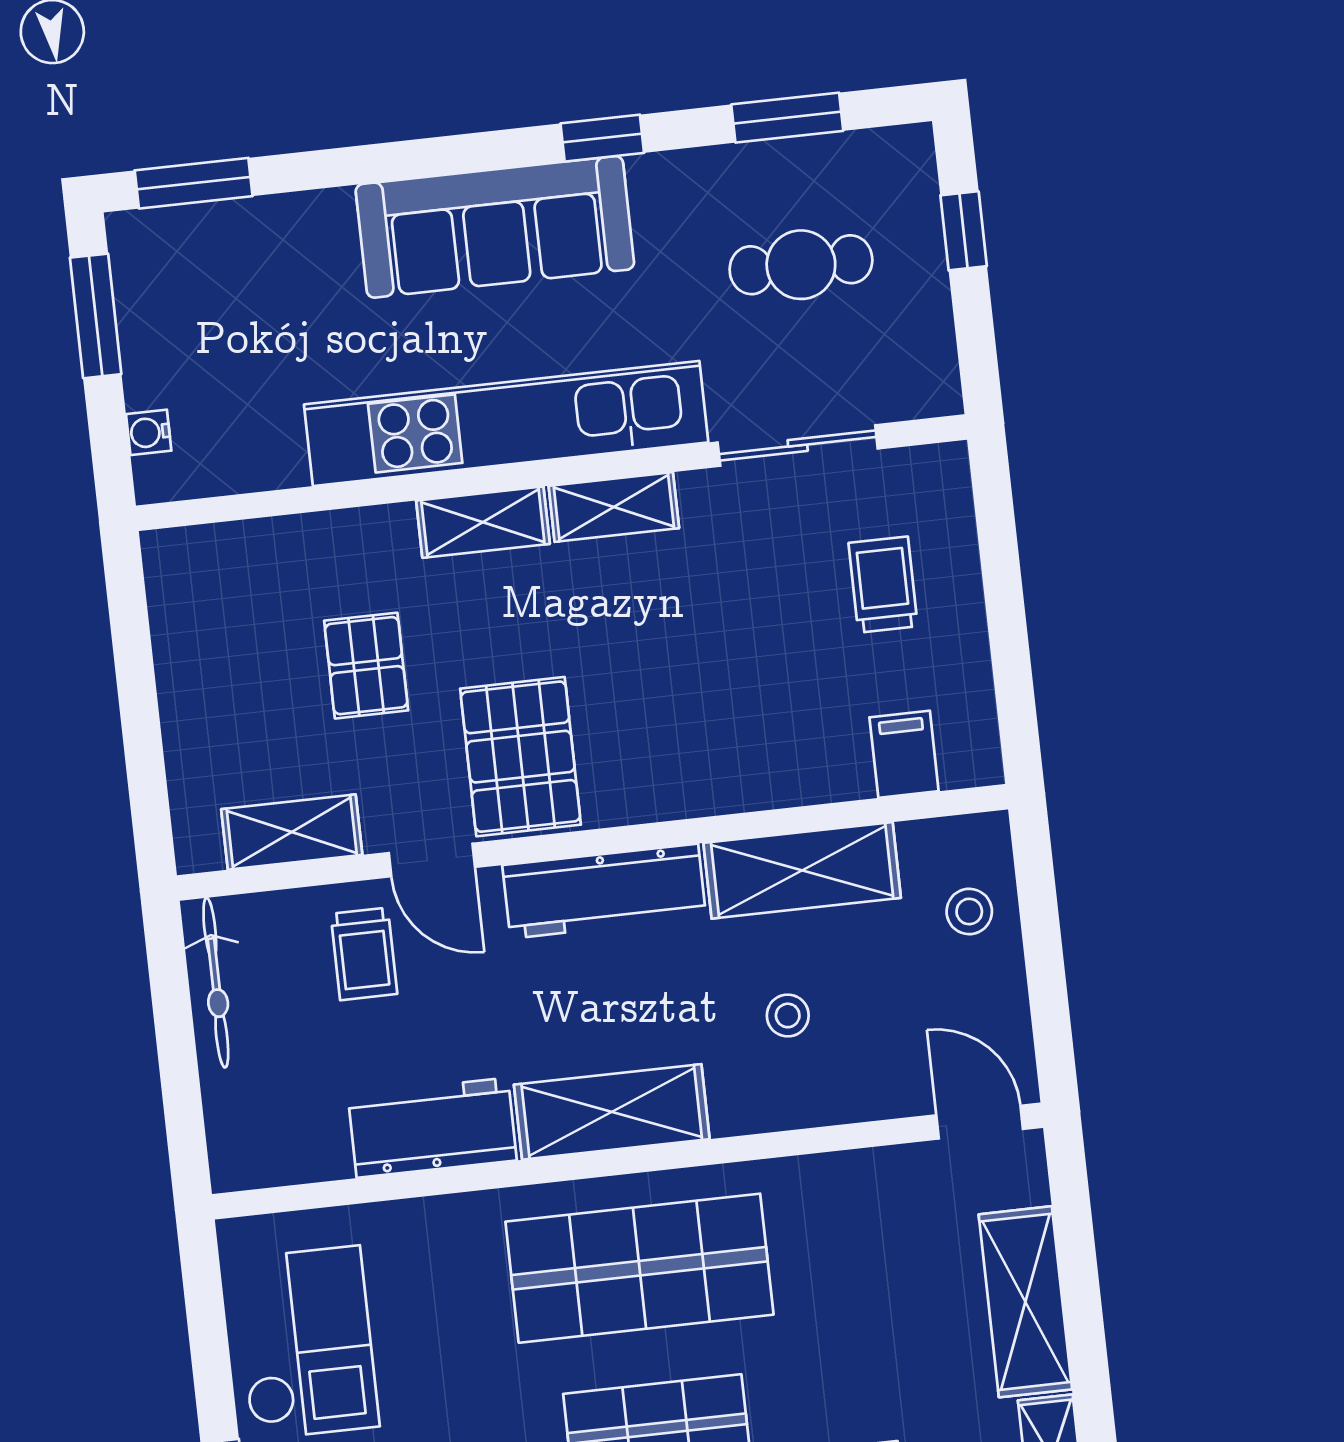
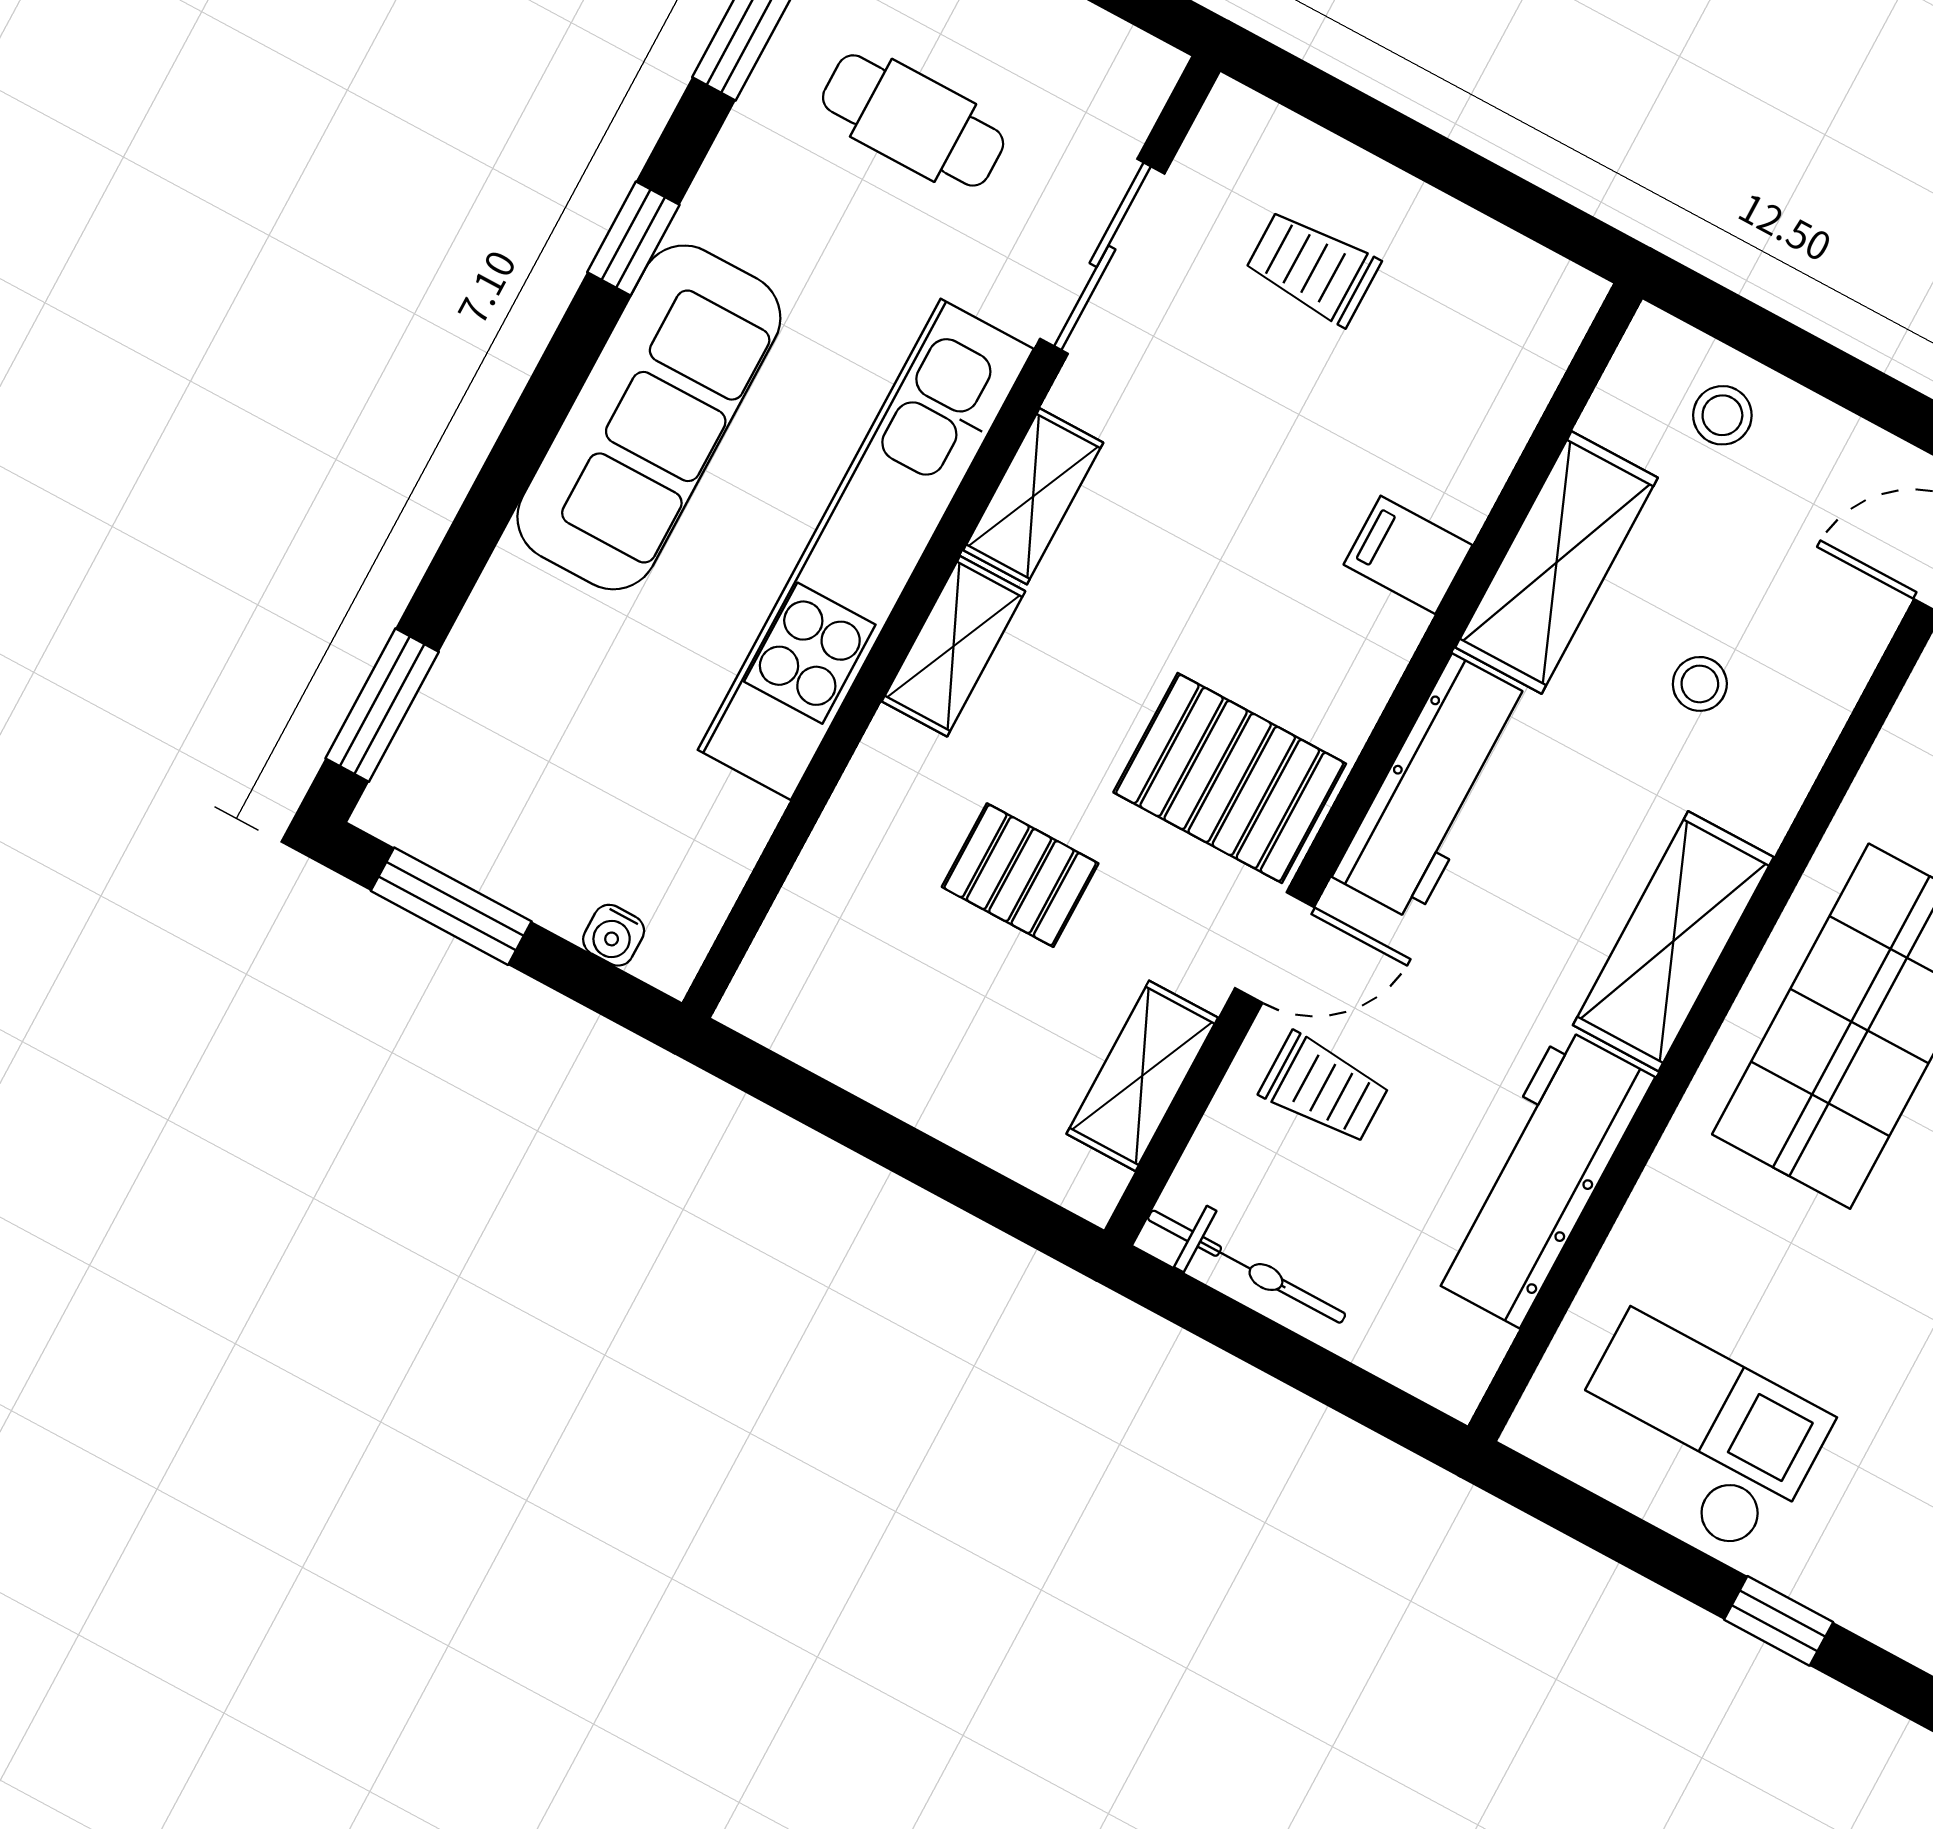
cafe table: (801, 265) -> (913, 120), turned 90
filing cabinet: (904, 754) -> (1408, 555), moved
workbench: (432, 1128) -> (1540, 1177), width x1.38

